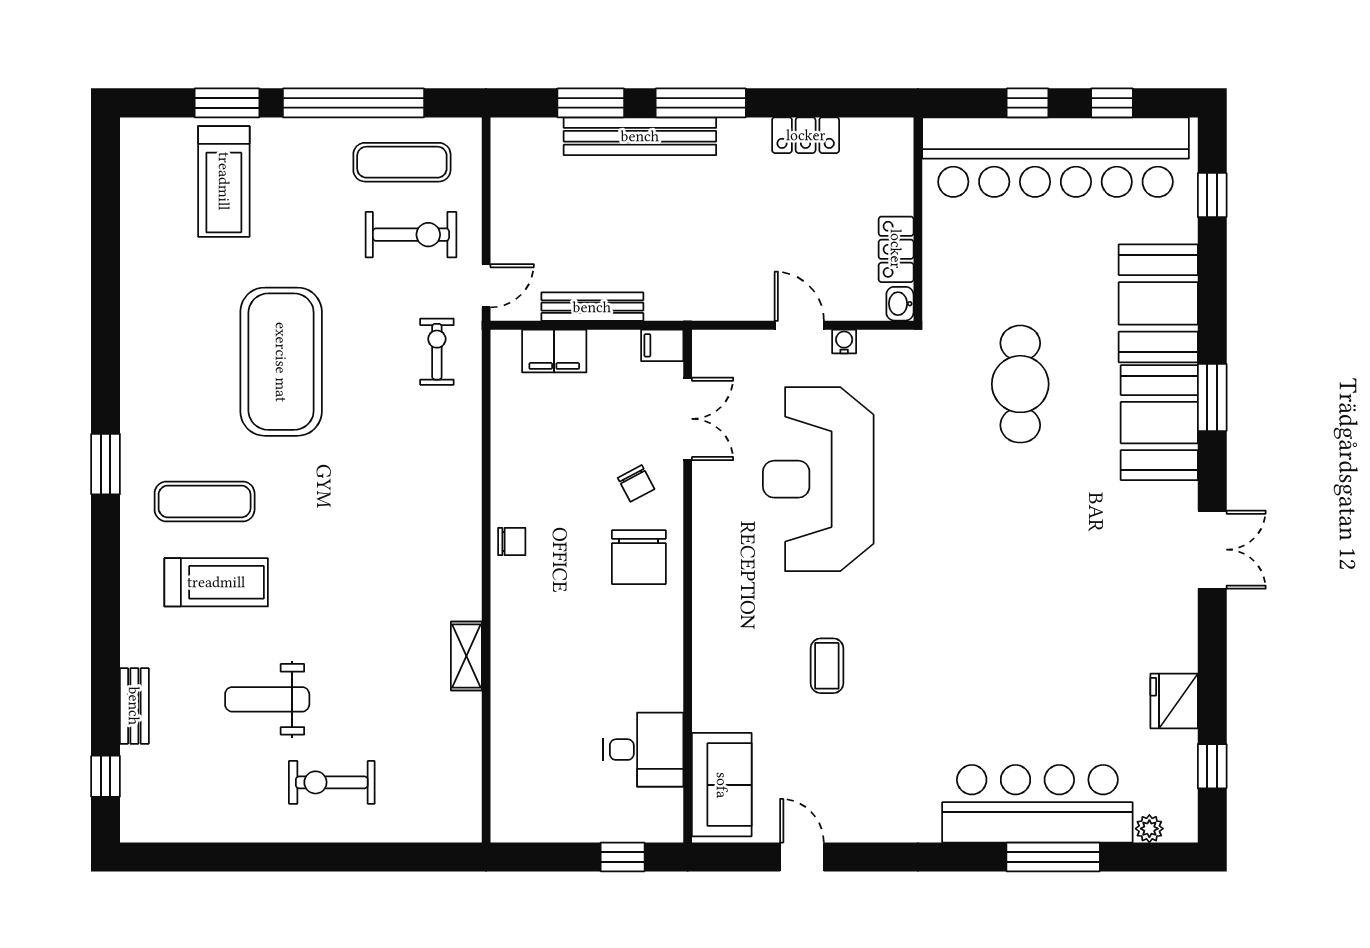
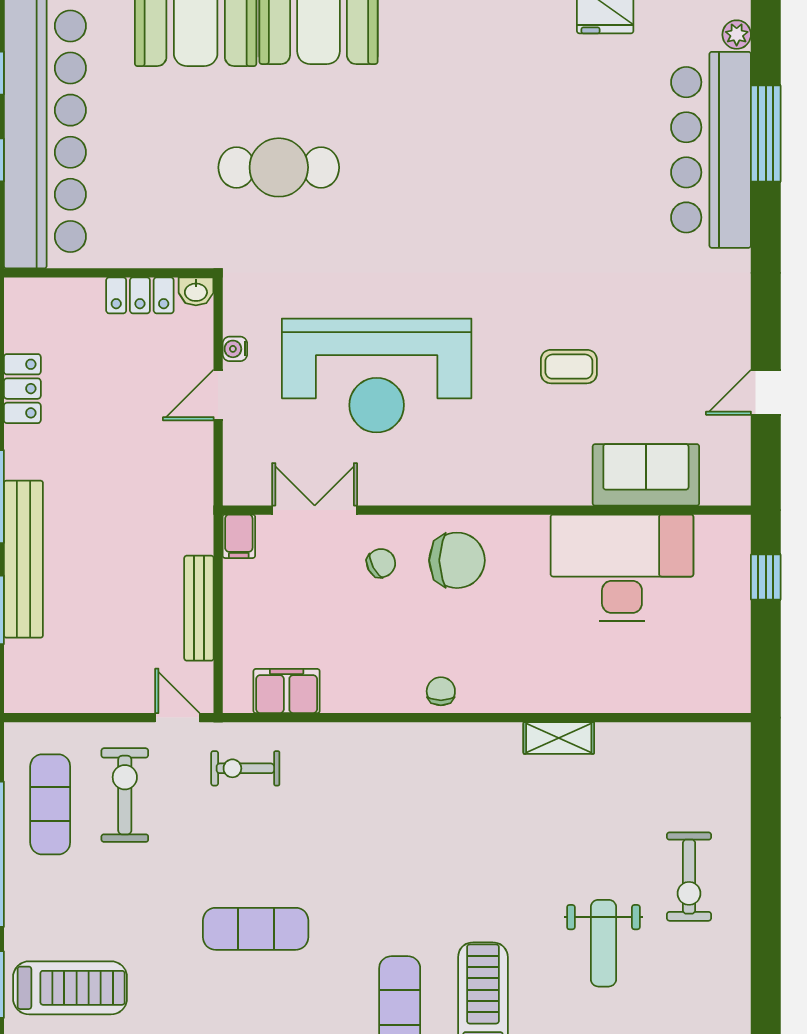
filing cabinet: (554, 351) -> (287, 691), moved, turned -90
exercise mat: (281, 362) -> (256, 929), width x0.50, depth x0.69
desk: (643, 750) -> (622, 568), width x1.87, depth x1.30
sofa: (722, 785) -> (646, 475), moved

